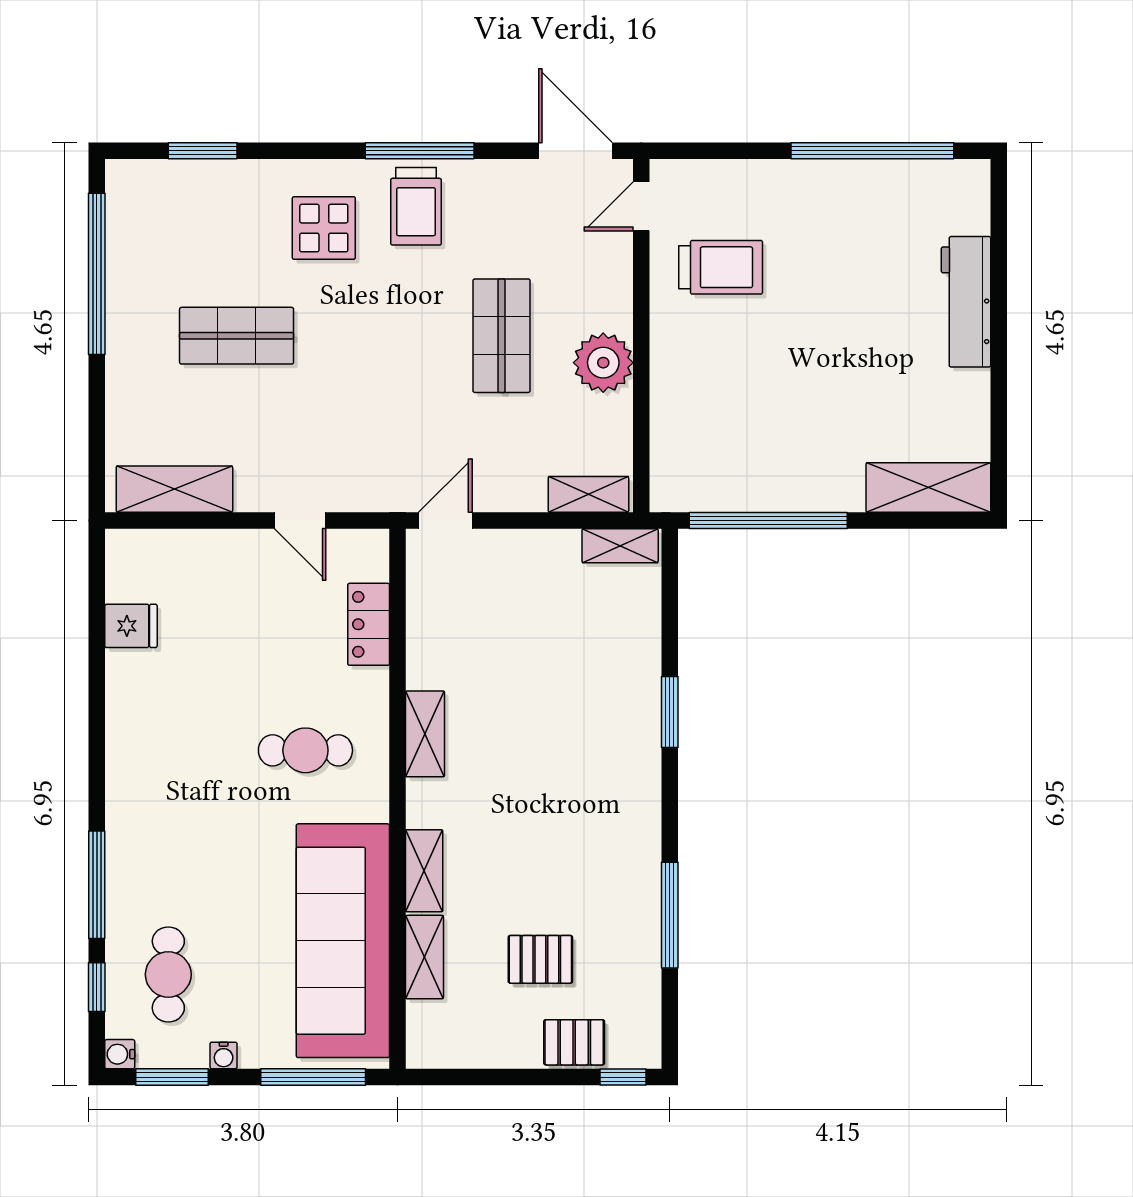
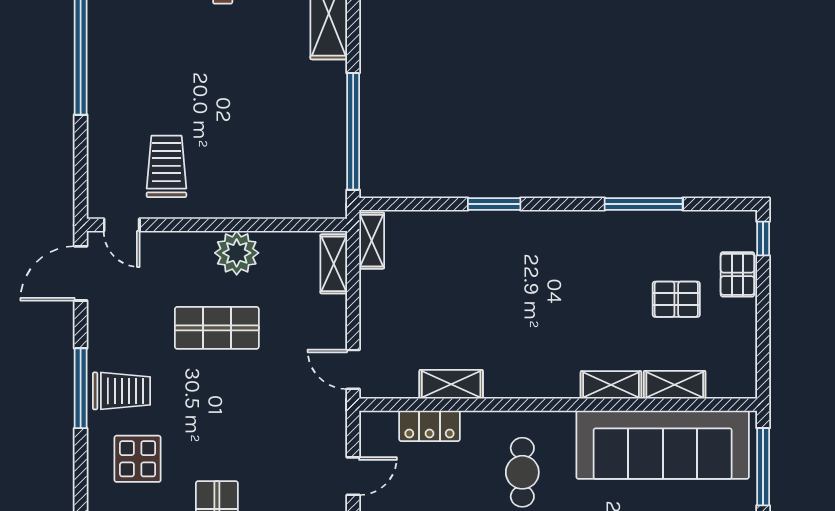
shelving: (425, 734) -> (451, 384), moved
pallet: (540, 959) -> (676, 299), turned 90

